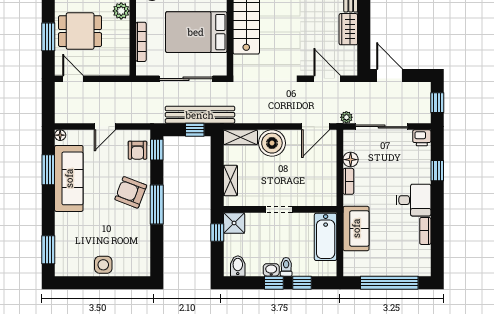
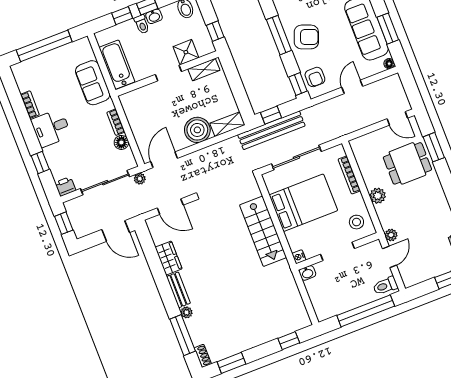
armchair: (137, 150) -> (315, 77), turned 180
shelving: (231, 180) -> (204, 70), moved, turned 90
shower: (234, 223) -> (186, 52), moved

